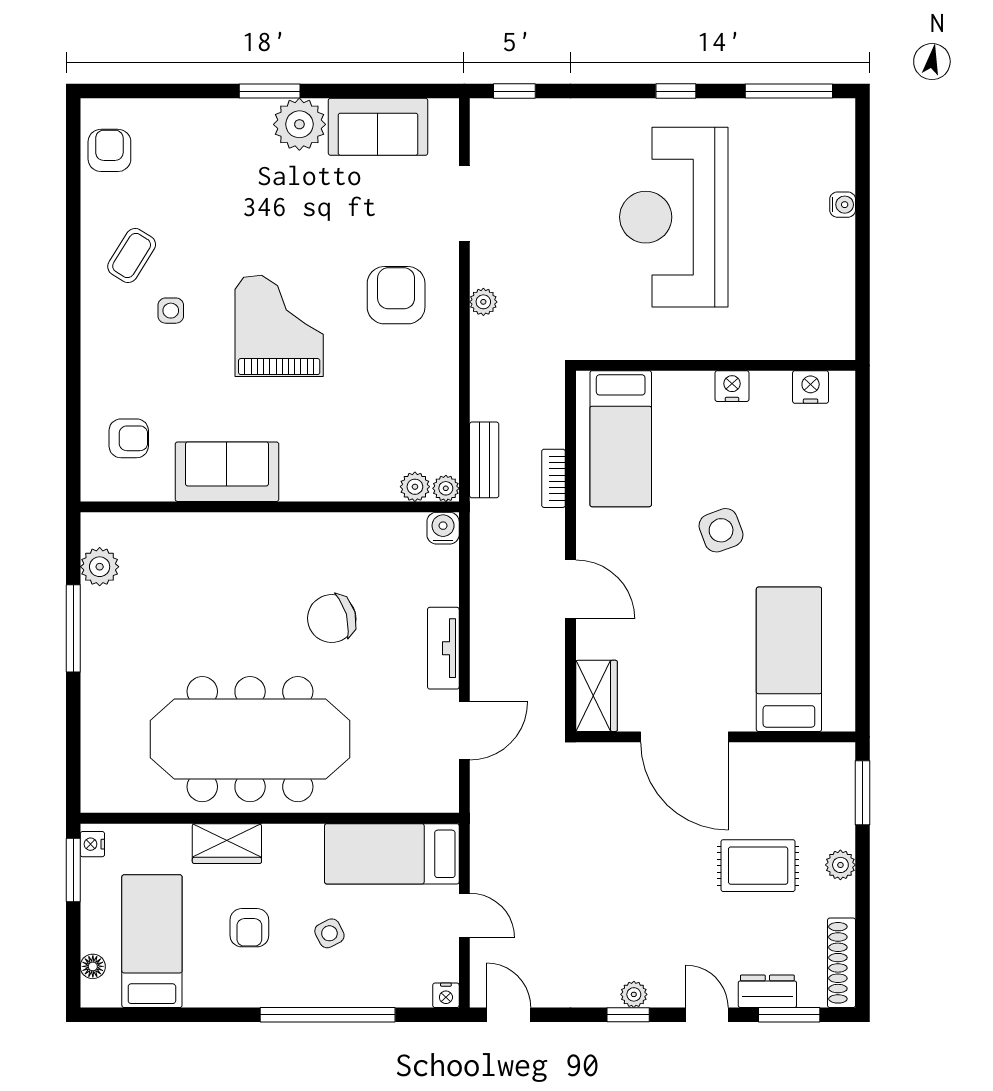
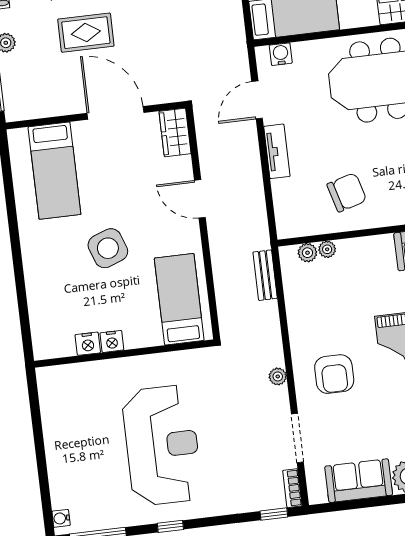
water cooler: (843, 205) -> (61, 518), moved
nightstand: (811, 387) -> (88, 344), moved
bookcase: (554, 478) -> (292, 488), moved, turned 180
plant: (446, 488) -> (327, 249), moved
water cooler: (443, 528) -> (281, 54), moved, turned 180
side table: (721, 530) -> (108, 248), width x1.37, depth x1.37
chair: (332, 619) -> (347, 192), moved
rug: (758, 866) -> (86, 33), moved

